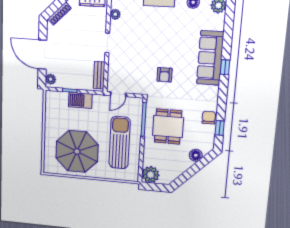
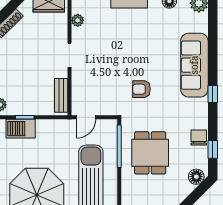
window: (225, 67) -> (213, 94), moved
armchair: (164, 75) -> (141, 89), turned 90
barbecue: (80, 100) -> (21, 129), moved
floor lamp: (196, 155) -> (196, 177), moved

